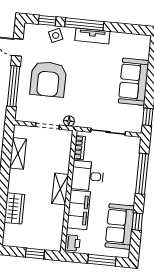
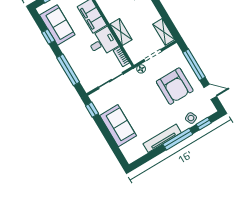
tv unit: (92, 36) -> (162, 138), width x1.41
armchair: (48, 79) -> (175, 86), turned 180
shelving: (18, 153) -> (164, 32), moved
shelving: (60, 189) -> (121, 32), moved

